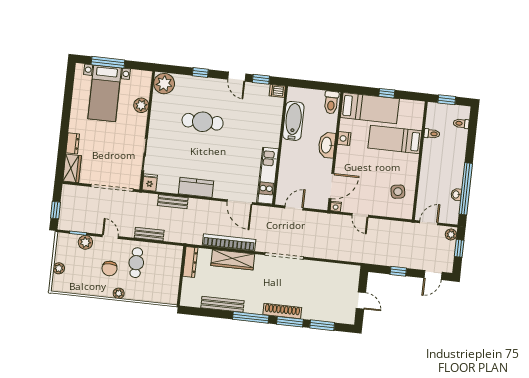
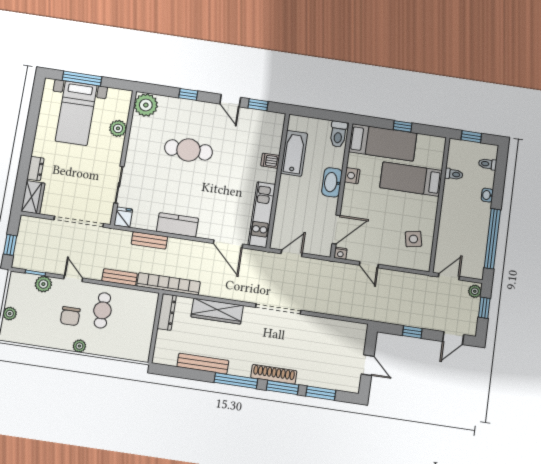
dishwasher: (277, 91) -> (270, 161), moved
washbasin: (456, 195) -> (487, 195), moved
bookcase: (229, 242) -> (168, 284), moved

